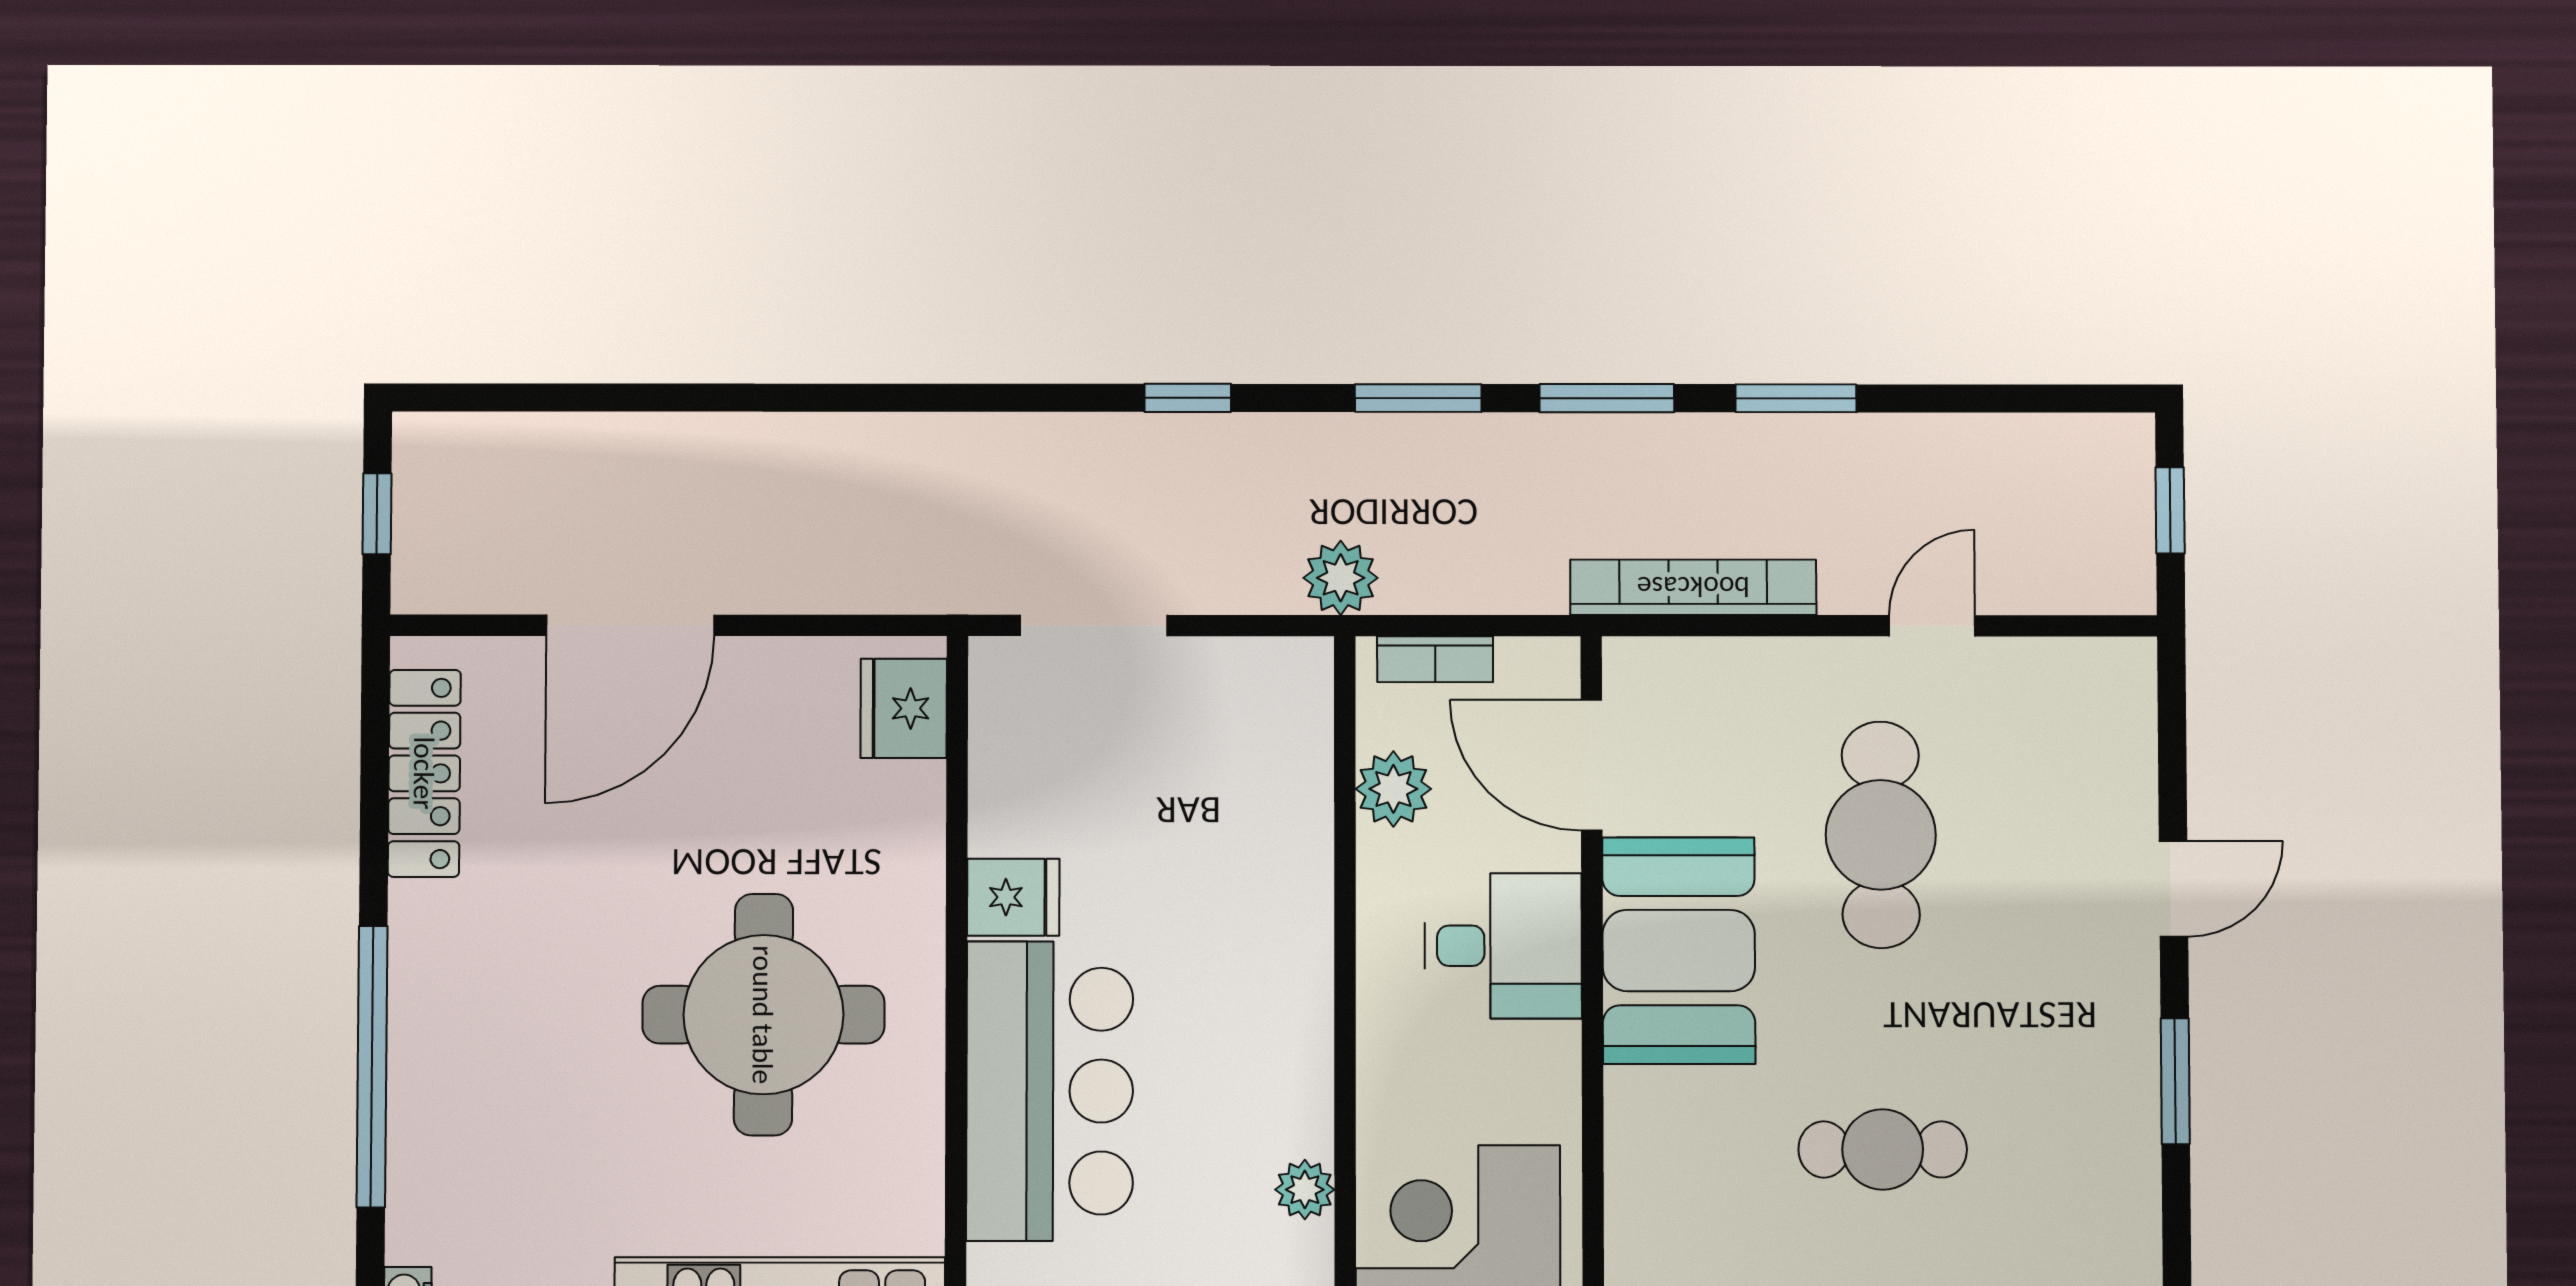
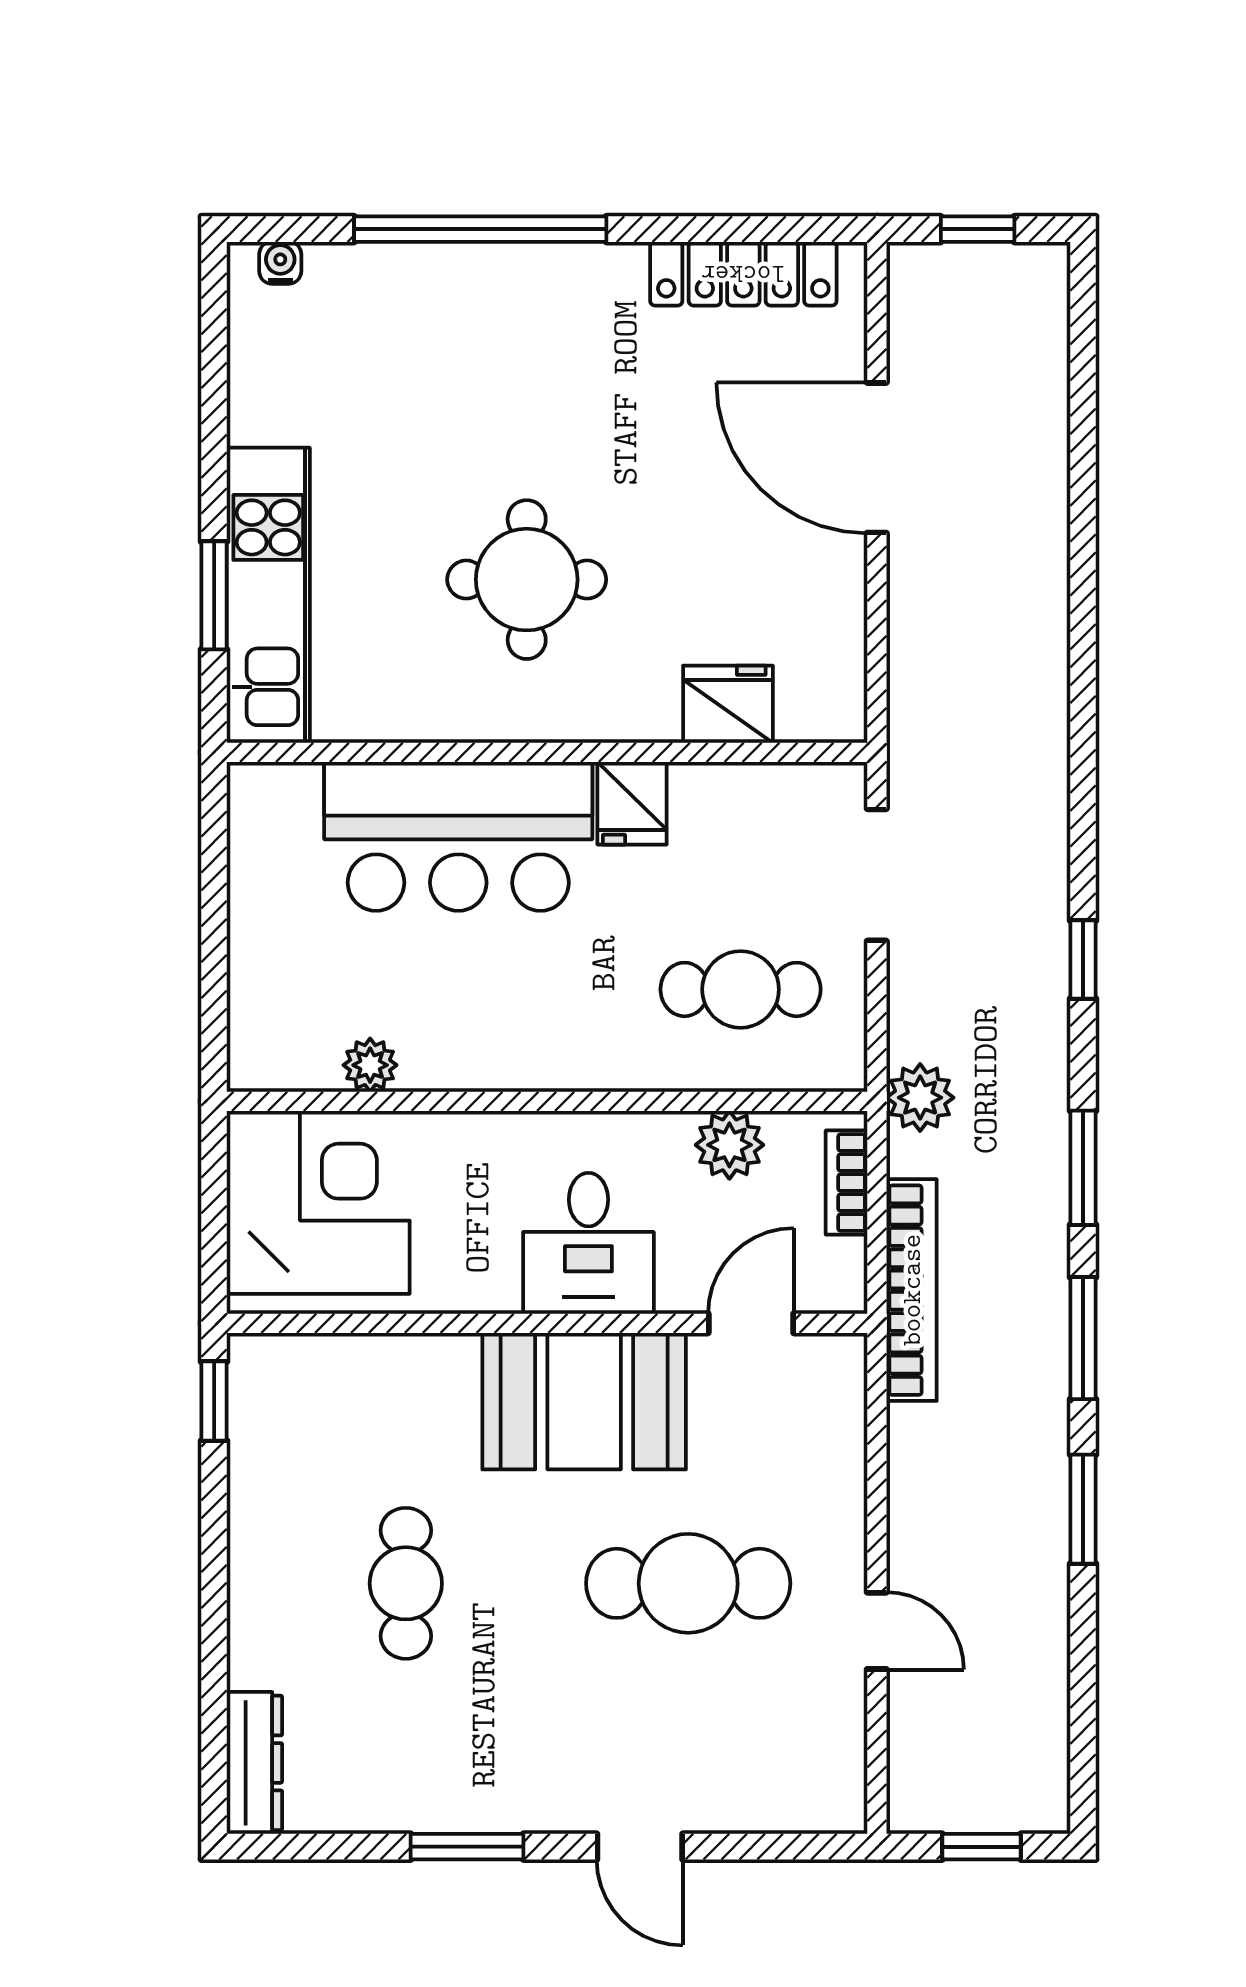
bookcase: (1693, 587) -> (912, 1290), moved
fridge: (904, 708) -> (728, 704), moved
door: (1592, 765) -> (751, 1323), width x0.73
cafe table: (1221, 777) -> (741, 989), added
round table: (763, 1015) -> (527, 580), width x0.73, depth x0.73

